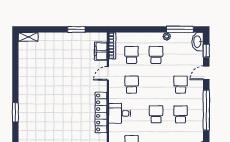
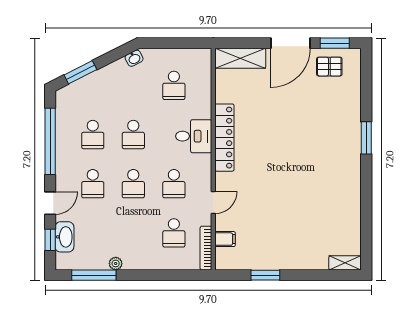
washbasin: (198, 42) -> (64, 237), moved
filing cabinet: (101, 51) -> (225, 239), width x0.50
school desk: (156, 55) -> (133, 184), moved

